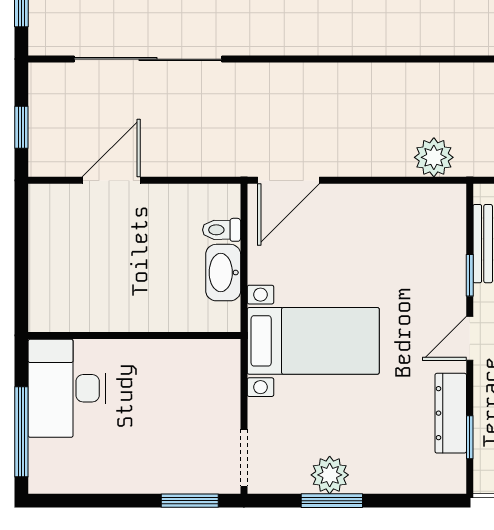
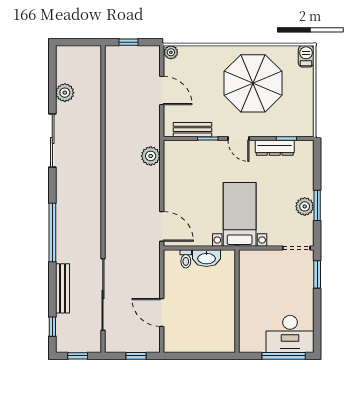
desk: (67, 388) -> (290, 334), moved

